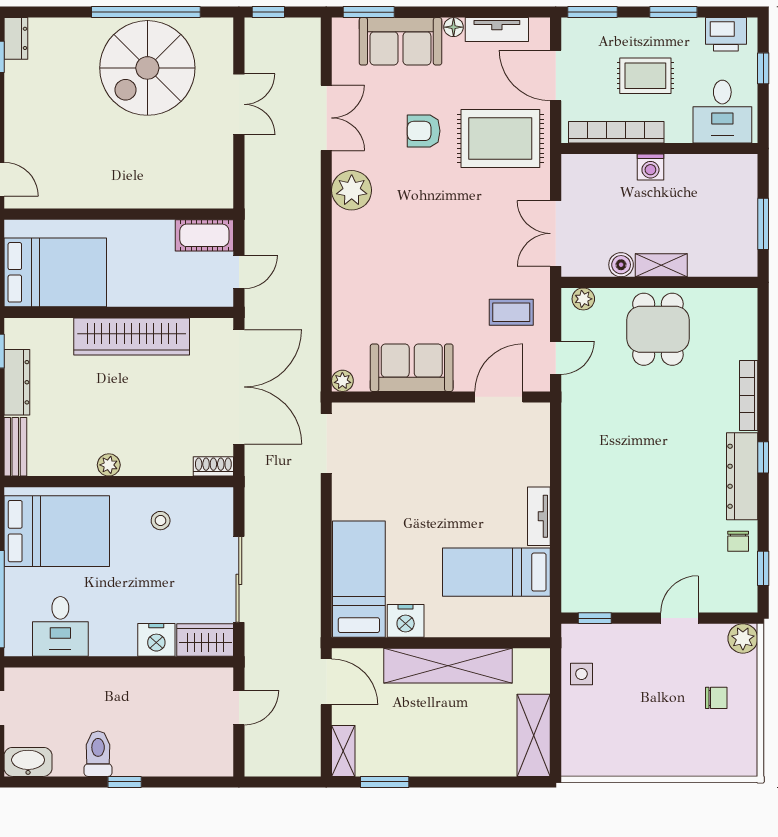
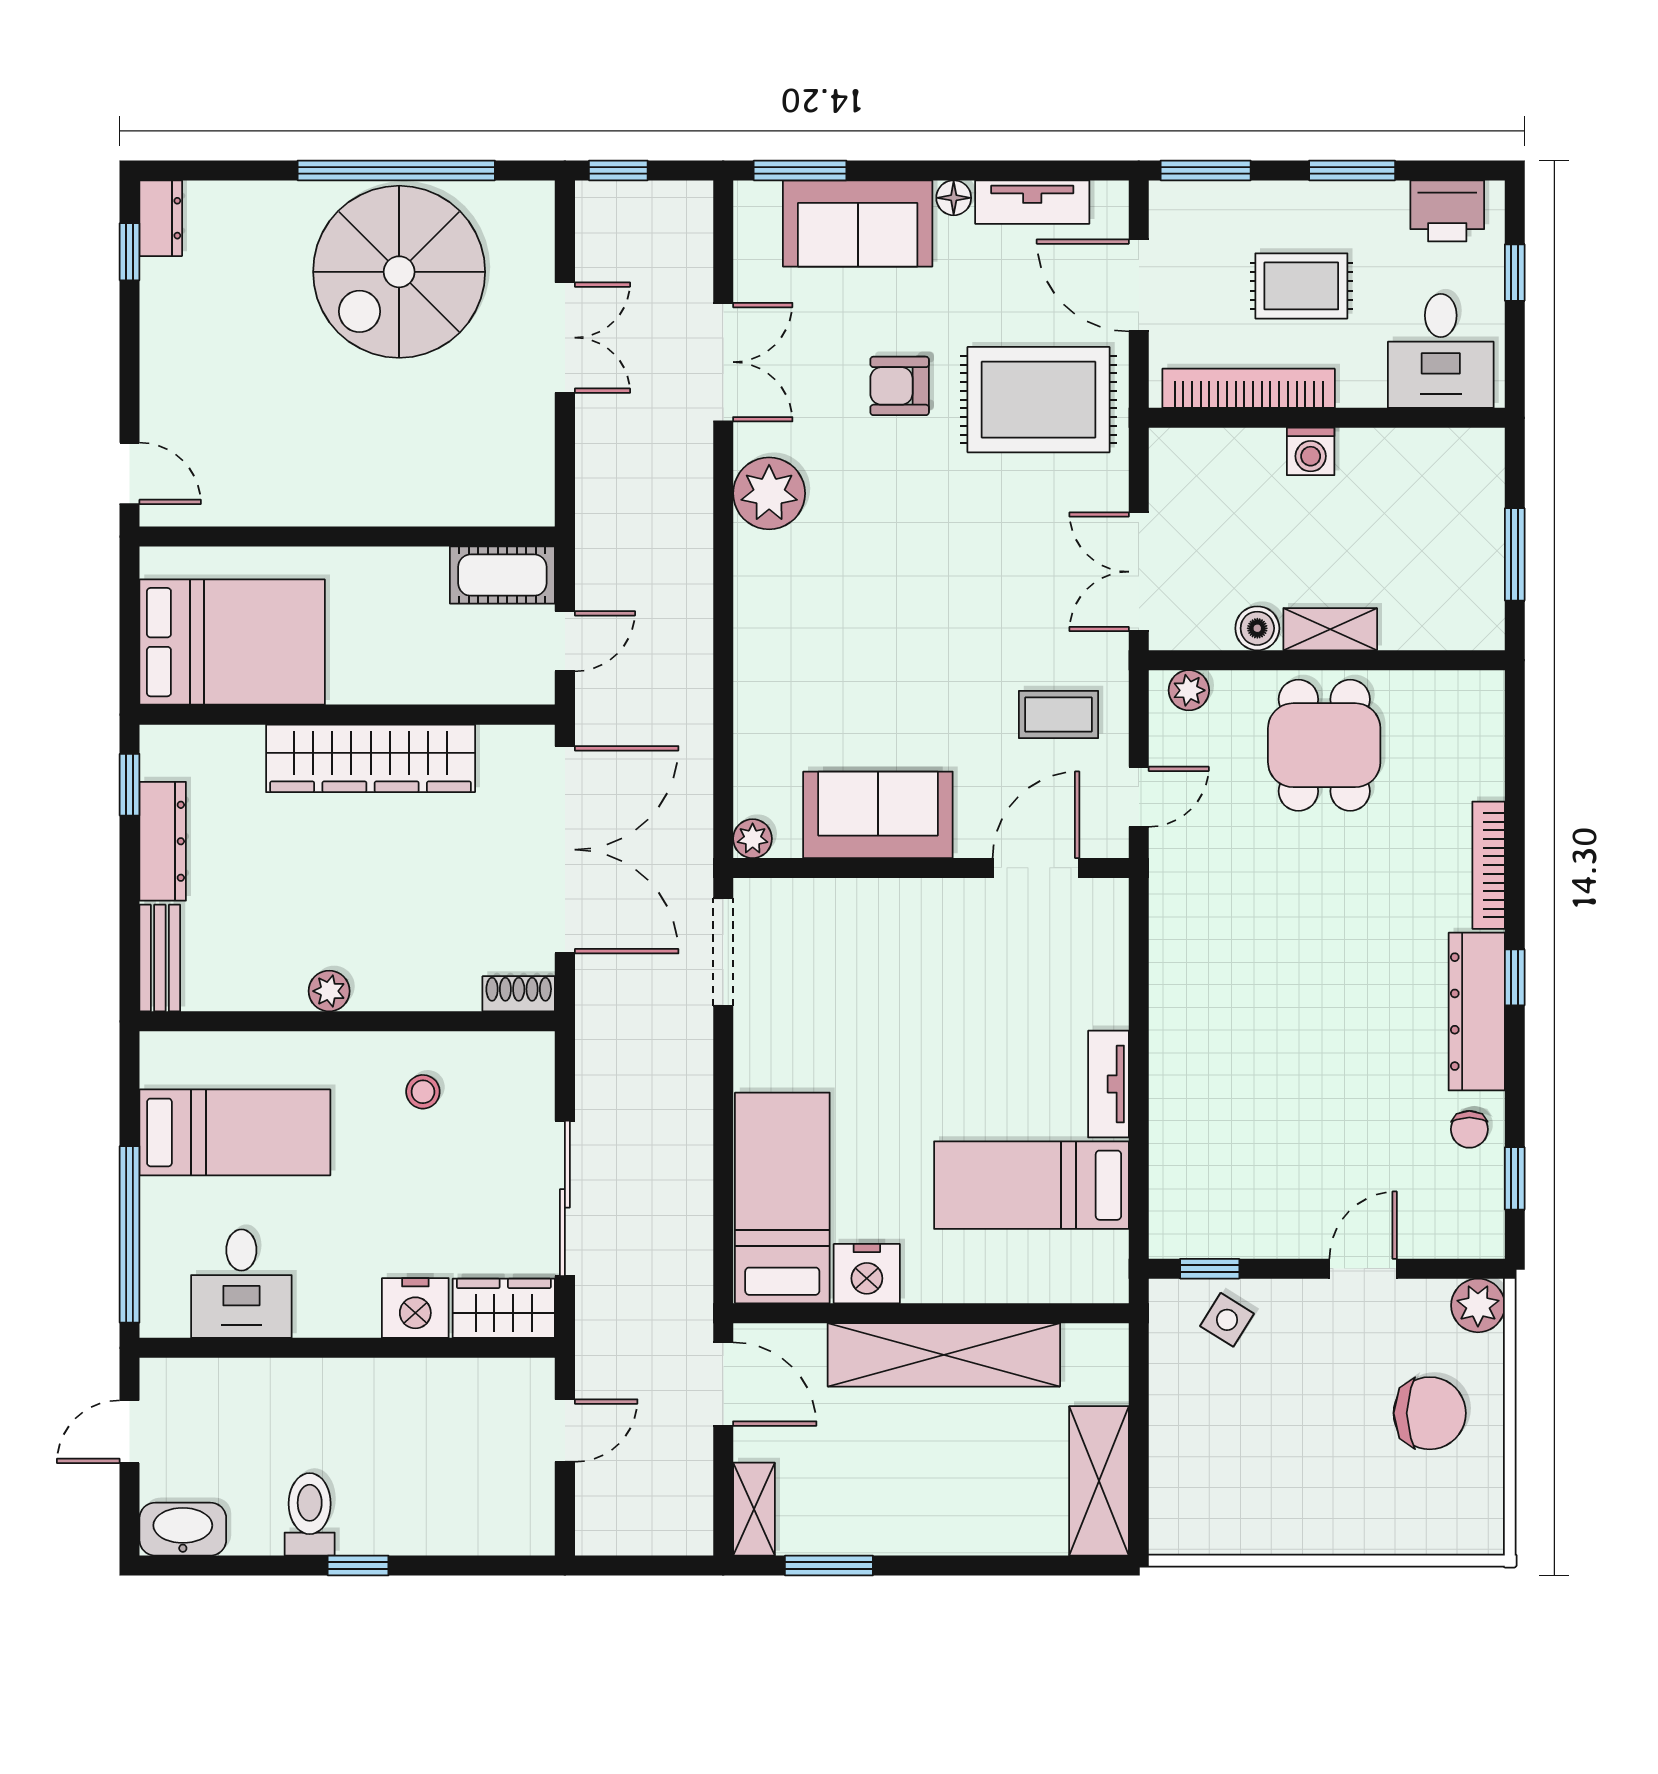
bed: (57, 531) -> (235, 1132), width x0.67
side table: (581, 674) -> (1227, 1320), moved, turned 32
chair: (716, 698) -> (1430, 1413), width x1.87, depth x1.87

